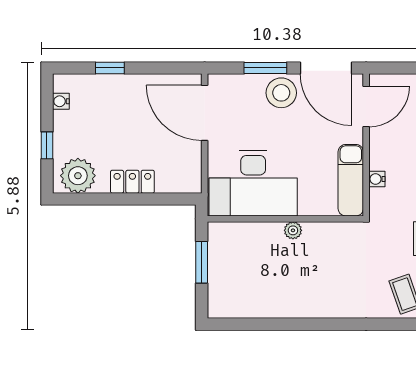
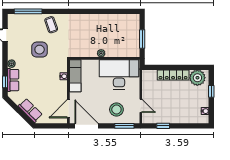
window: (110, 68) -> (163, 126), moved
window: (265, 68) -> (124, 126), moved
stool: (281, 93) -> (116, 110), moved
door: (205, 113) -> (141, 106), width x0.53
locker: (132, 182) -> (173, 75), width x1.53

